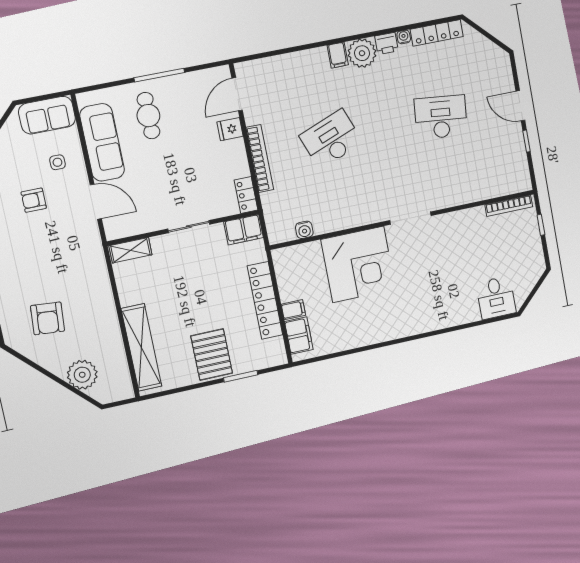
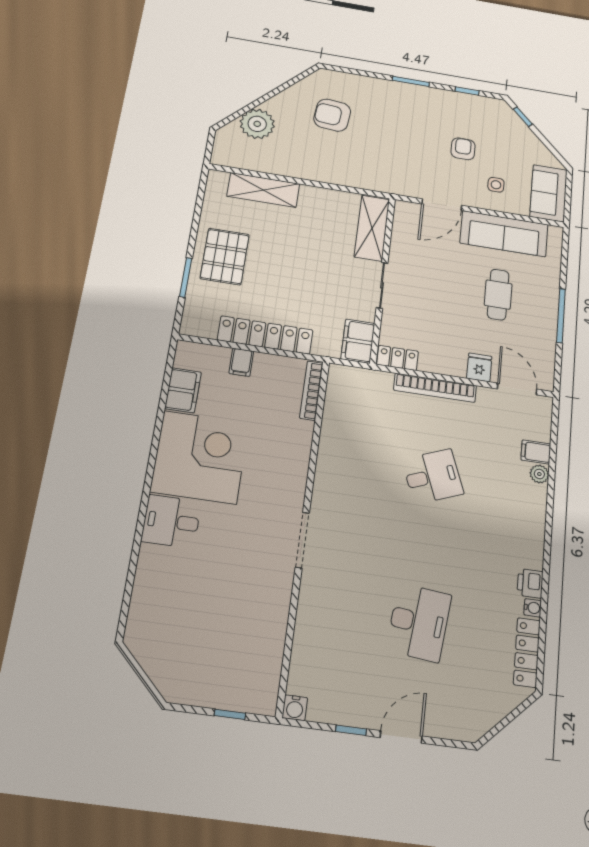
plant: (362, 53) -> (539, 474), moved, width x0.53, depth x0.53
filing cabinet: (338, 55) -> (536, 452), moved
cafe table: (148, 116) -> (498, 295), moved, turned 90
desk: (331, 139) -> (433, 476), width x0.73
bookcase: (509, 206) -> (311, 391), moved
water cooler: (304, 230) -> (295, 708), moved, turned -90
shelving: (130, 250) -> (372, 228), width x1.50, depth x1.33
corner desk: (358, 264) -> (200, 457), moved, turned 180
desk: (496, 298) -> (171, 521), moved
filing cabinet: (299, 335) -> (183, 390), moved, turned -90
shelving: (141, 347) -> (263, 190), width x0.68
pallet: (212, 355) -> (225, 256), turned 90

